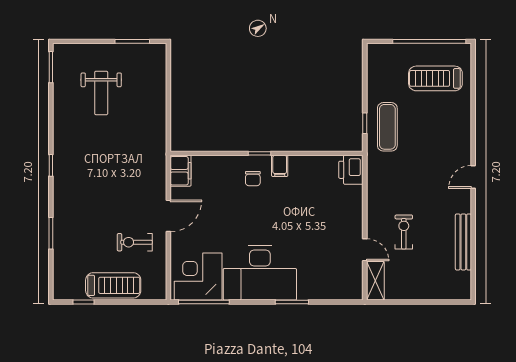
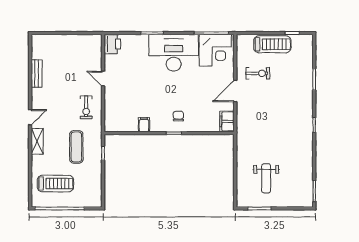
weight bench: (101, 93) -> (266, 178), moved, turned 180
exercise mat: (387, 127) -> (76, 147), moved
filing cabinet: (280, 166) -> (144, 125), moved
printer: (351, 170) -> (112, 44), moved
exercise bike: (404, 232) -> (86, 107), moved
bench: (463, 242) -> (37, 73), width x0.73
door: (365, 250) -> (103, 79), moved
shelving: (375, 281) -> (37, 141), moved
treadmill: (113, 285) -> (272, 44), turned 180

